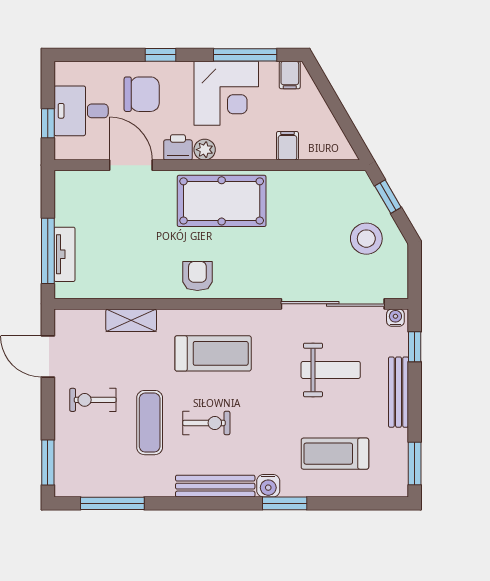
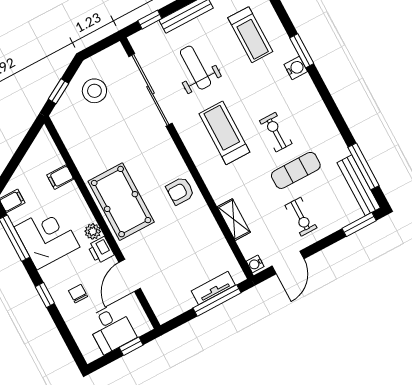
chair: (142, 94) -> (78, 294), width x0.54, depth x0.54
water cooler: (395, 318) -> (255, 264), moved
treadmill: (213, 353) -> (224, 133), moved
bench: (215, 486) -> (359, 185), moved

